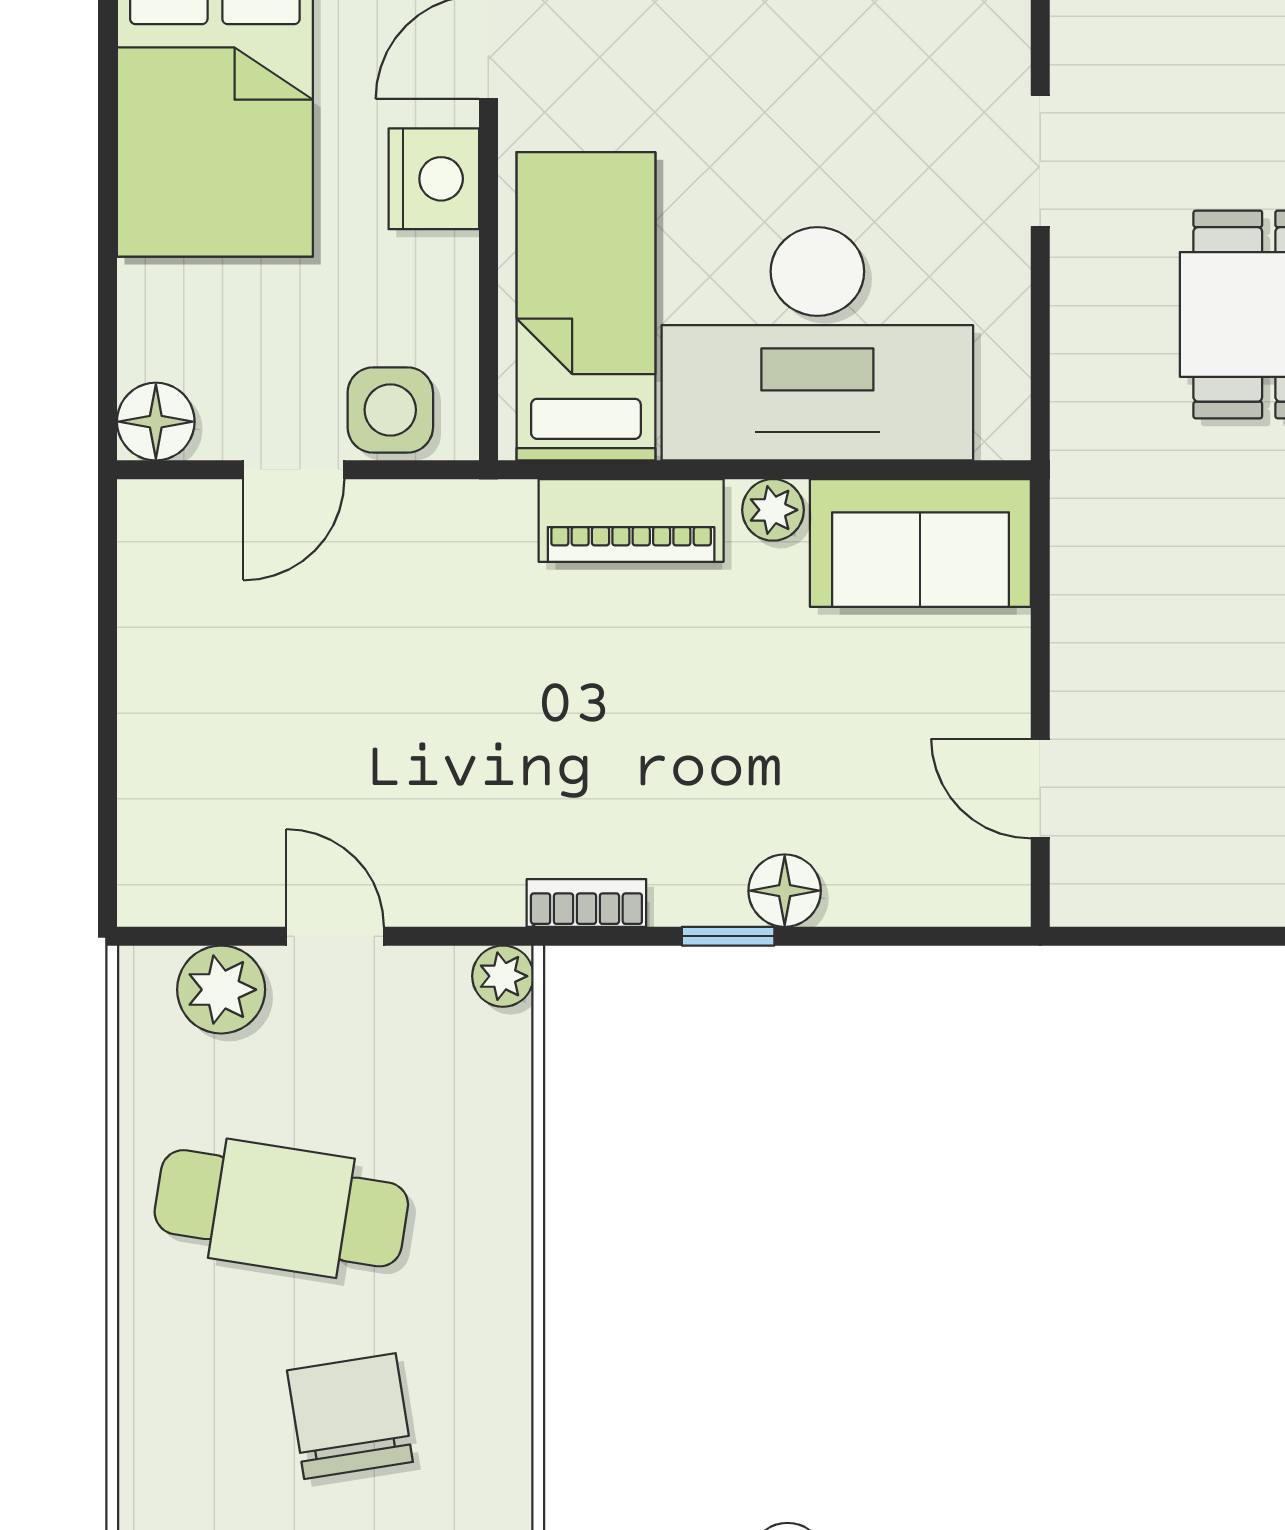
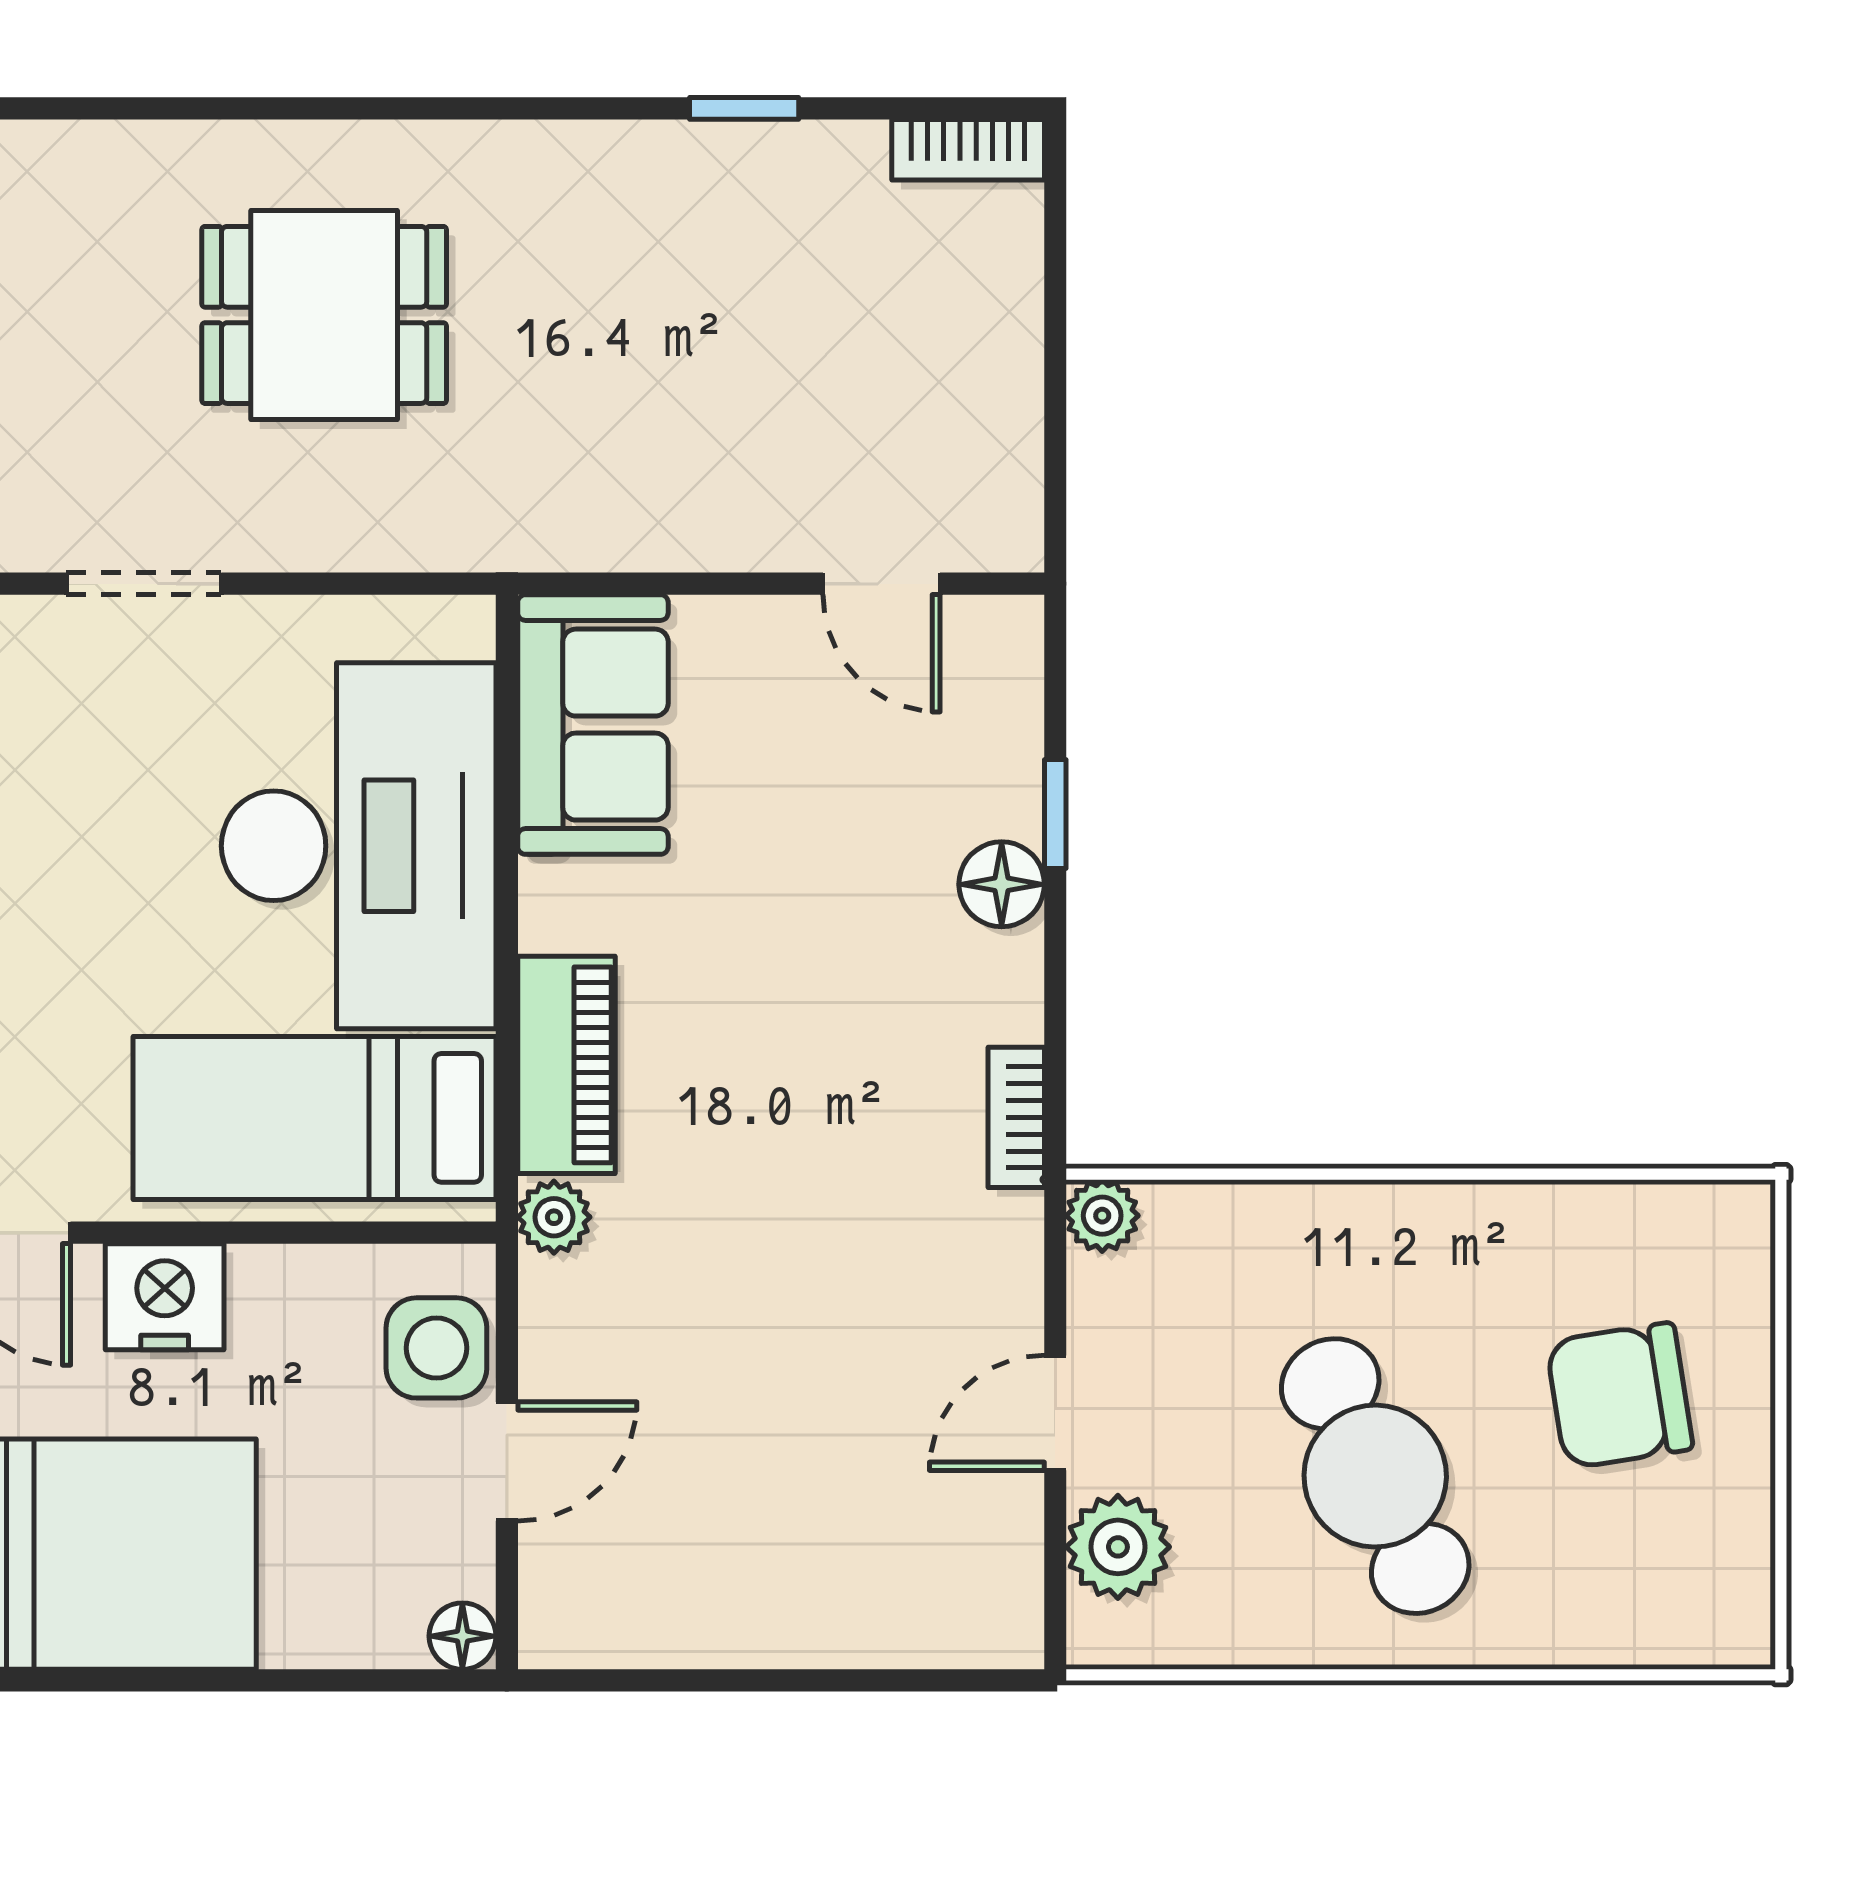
floor lamp: (156, 422) -> (462, 1636), width x0.73, depth x0.73
door: (294, 470) -> (507, 1461), hinge flipped
plant: (773, 510) -> (554, 1217), moved
door: (1040, 789) -> (882, 584), hinge flipped
window: (728, 936) -> (1055, 814), moved
cafe table: (281, 1208) -> (1375, 1476), turned -35

